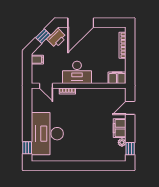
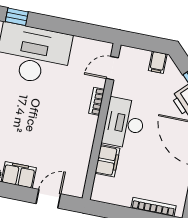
filing cabinet: (117, 78) -> (107, 161), moved
door: (130, 108) -> (48, 199), hinge flipped

